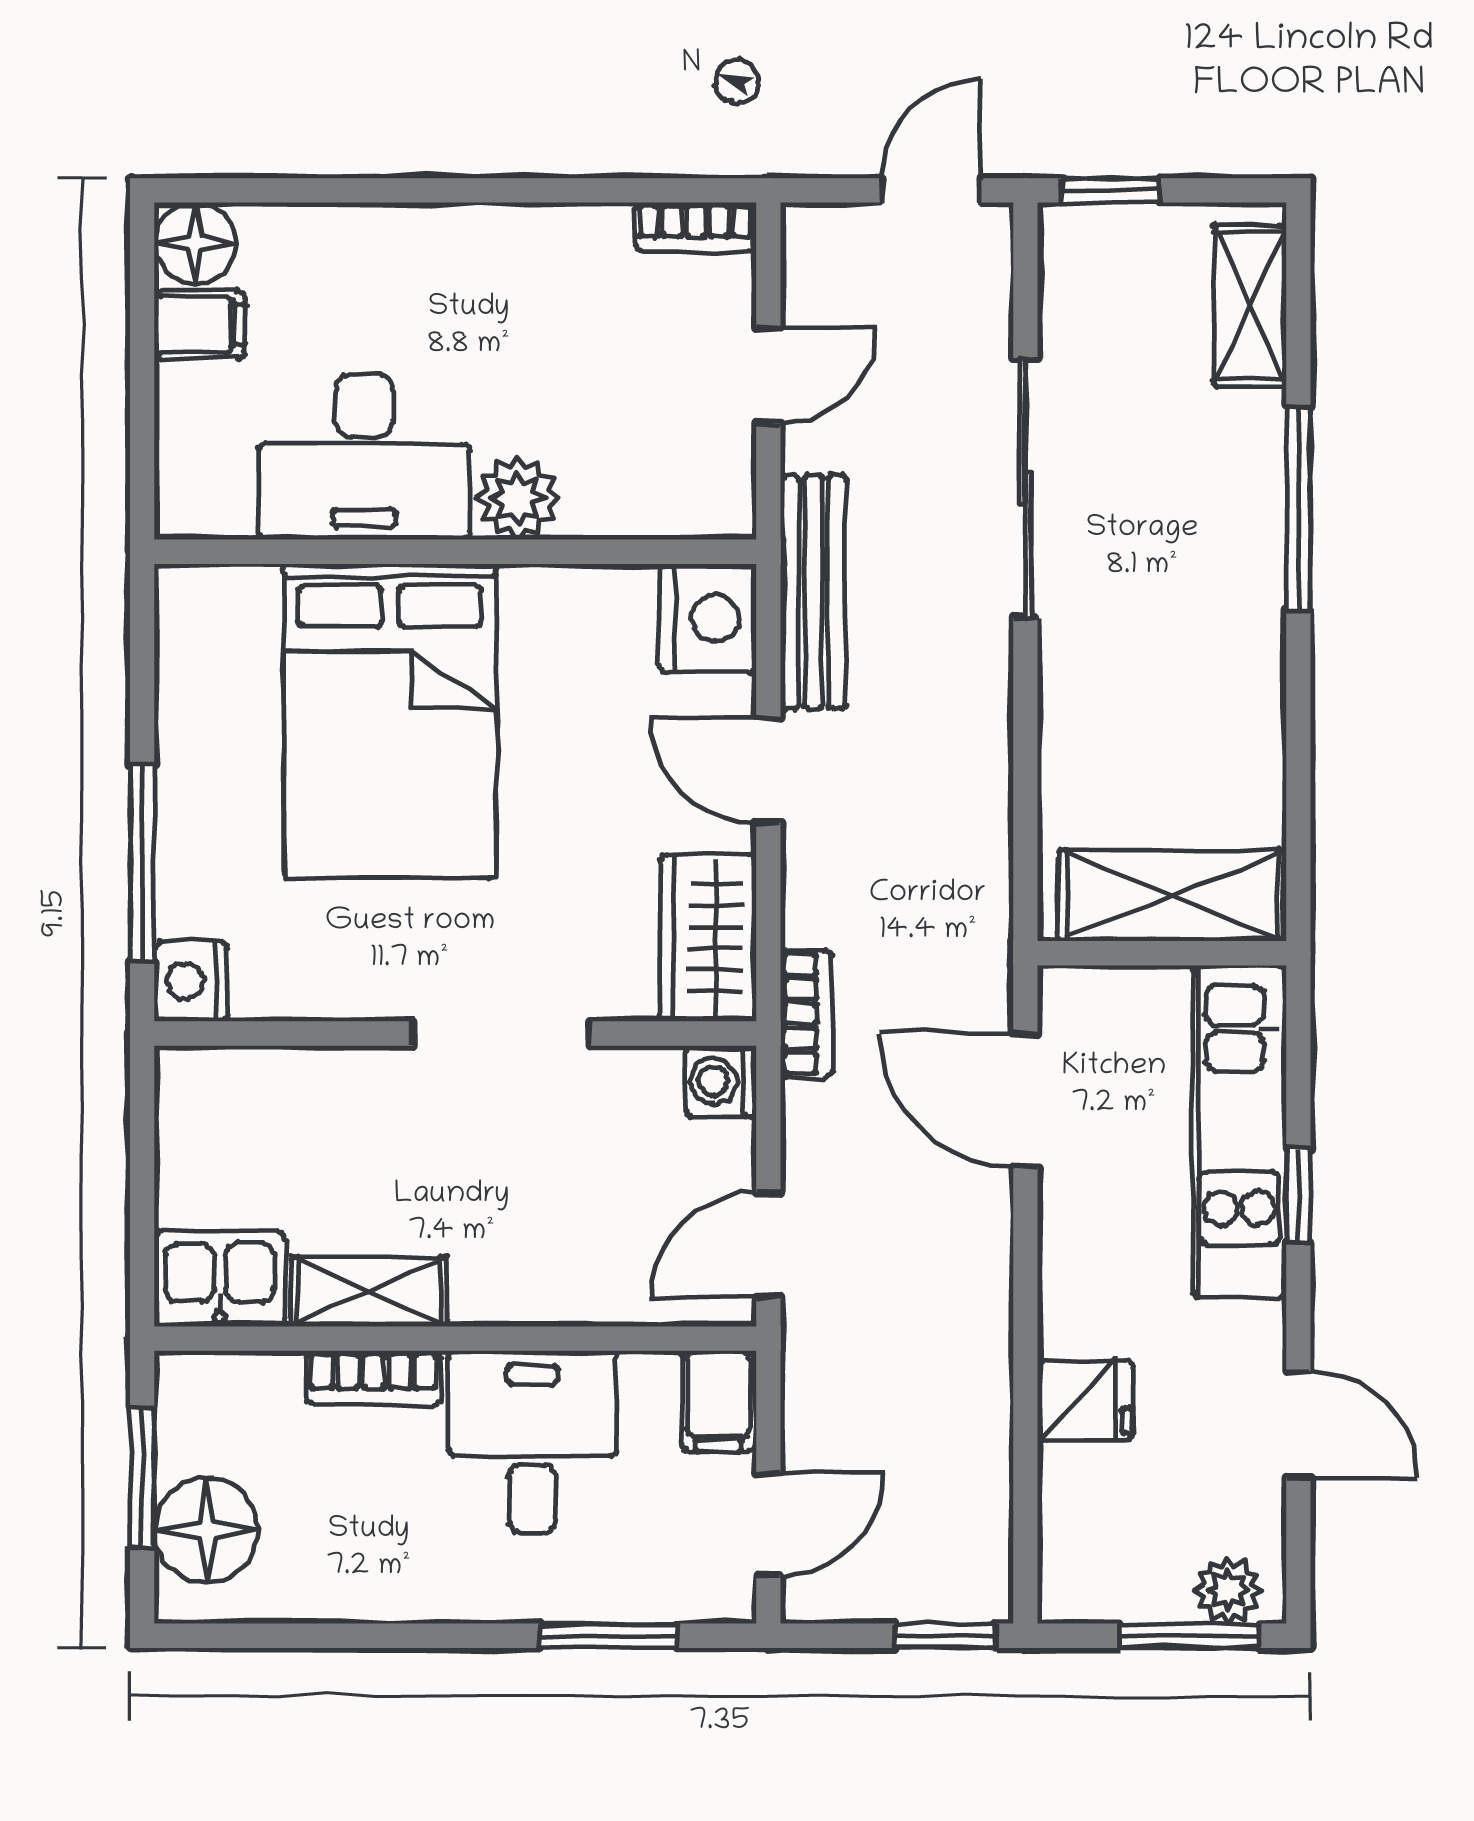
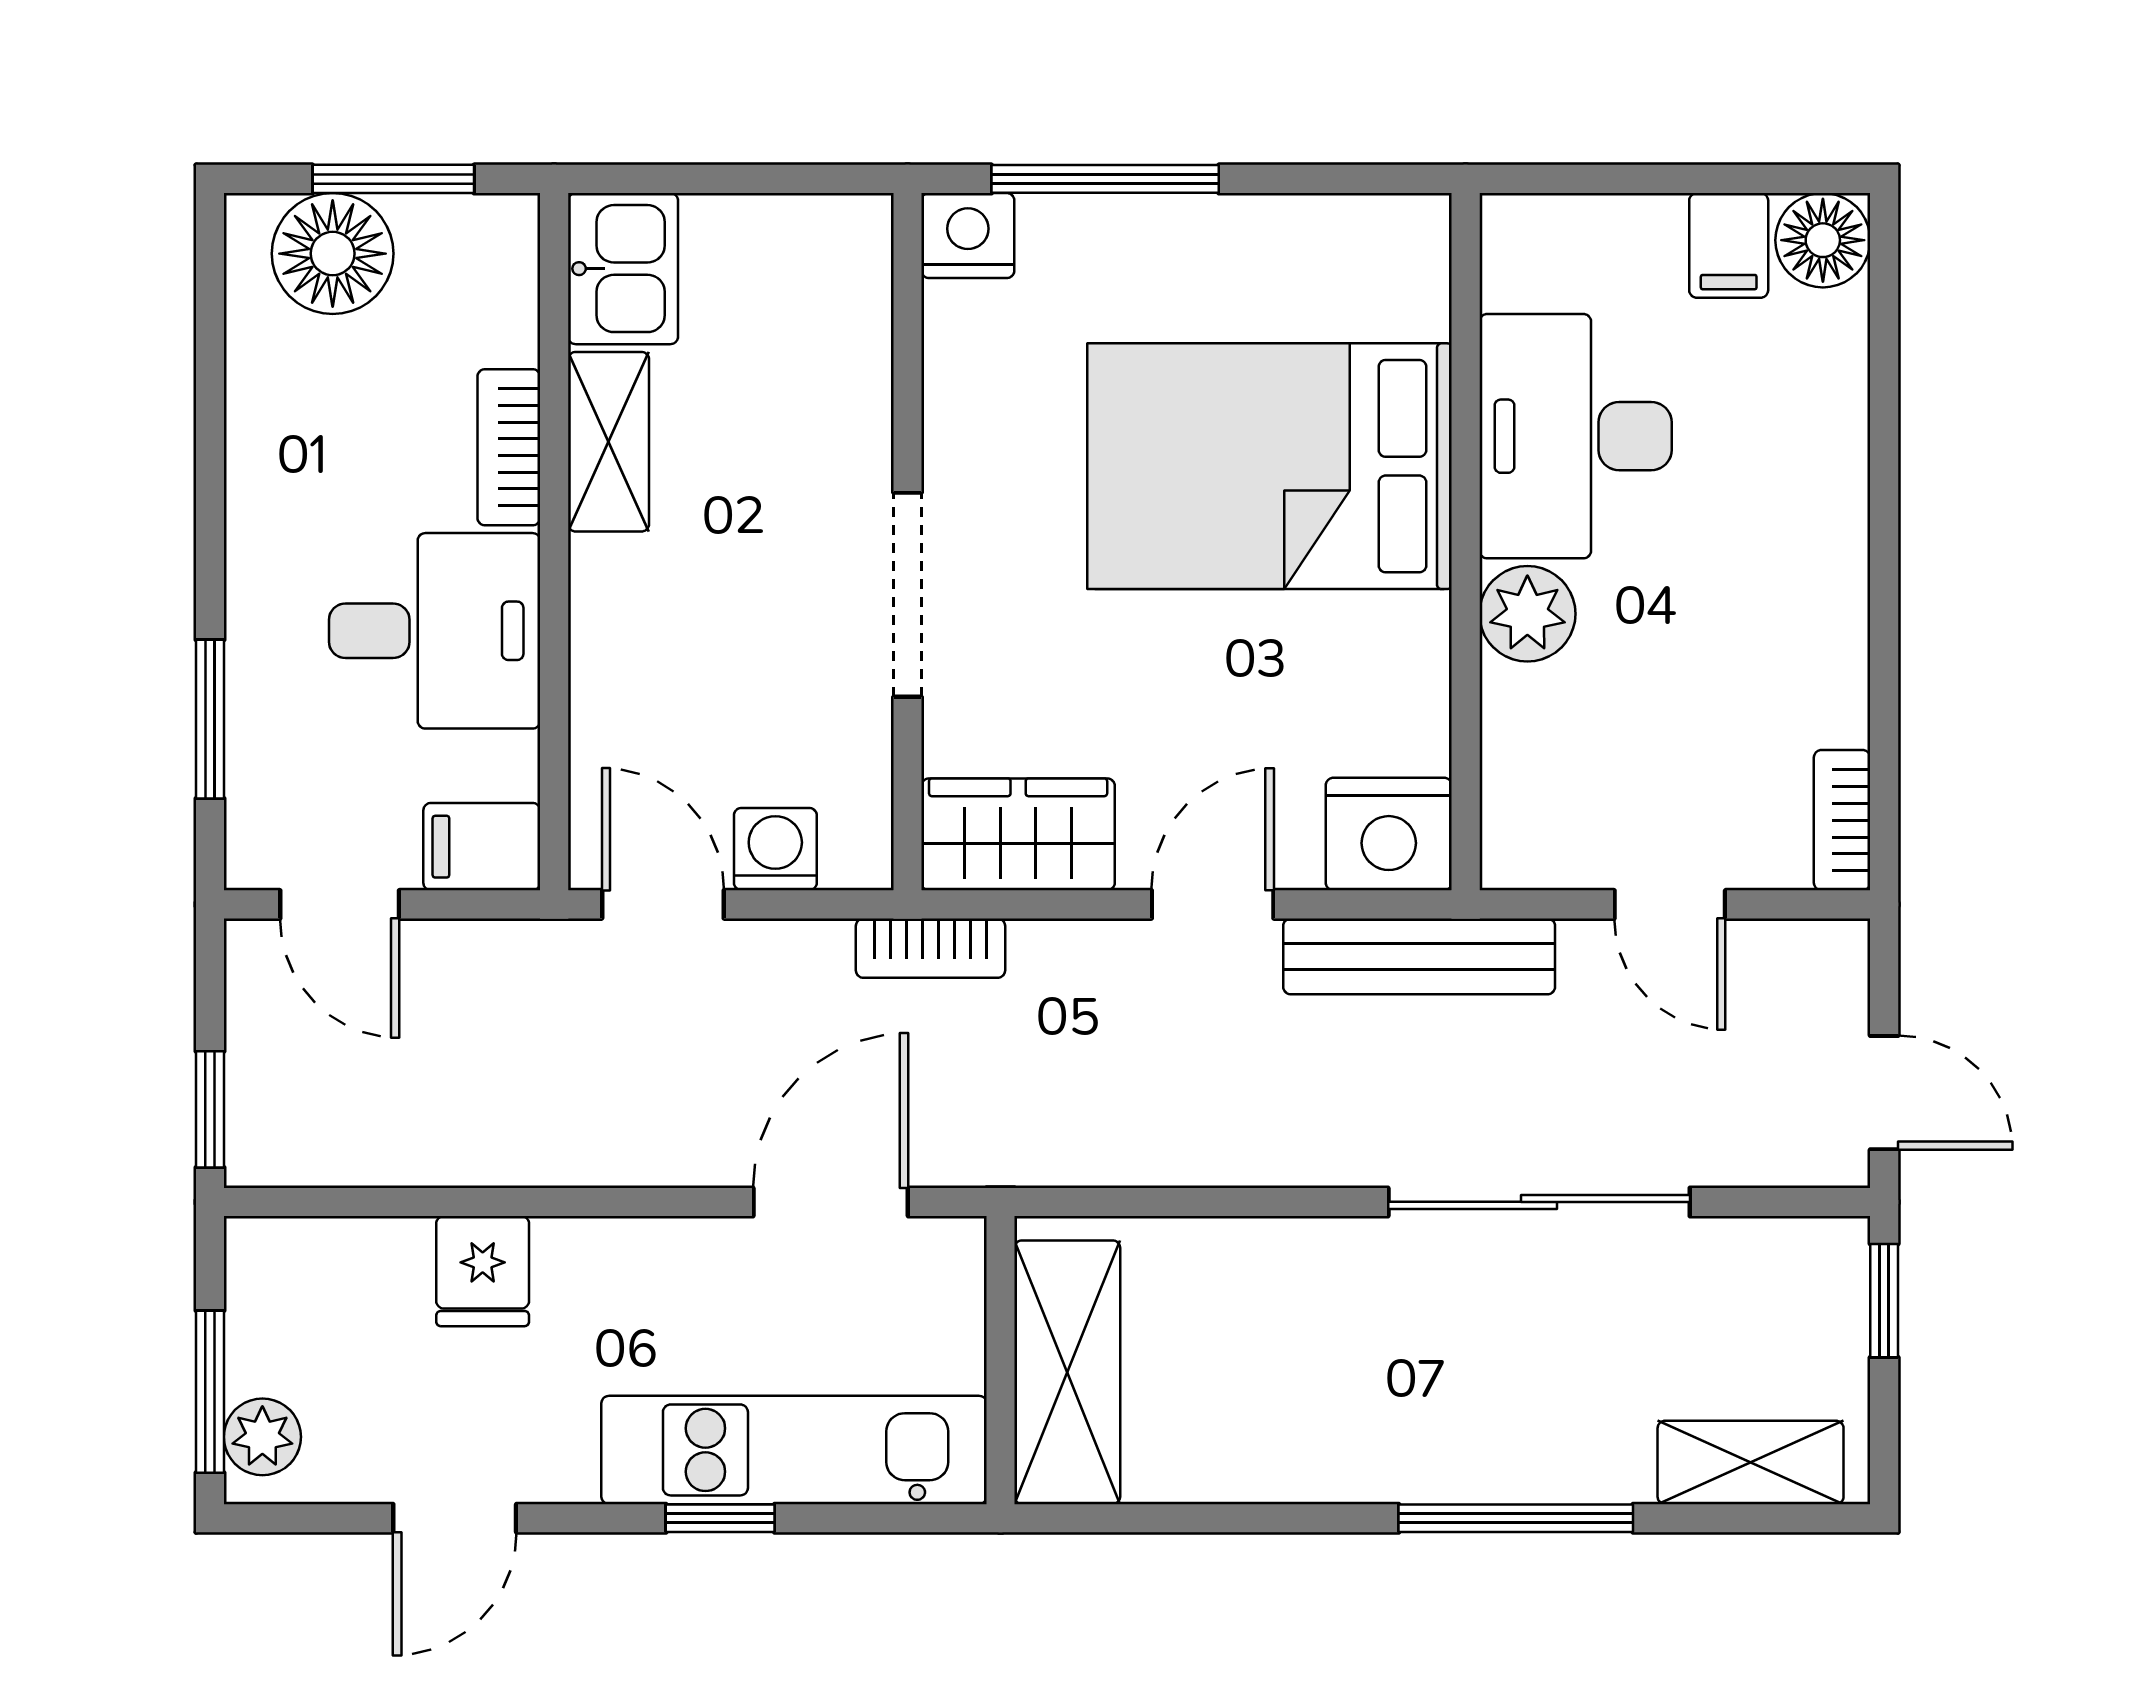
washing machine: (721, 1081) -> (775, 849), moved

